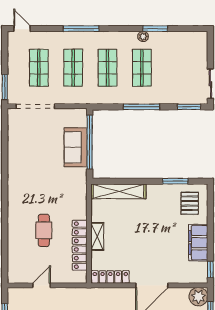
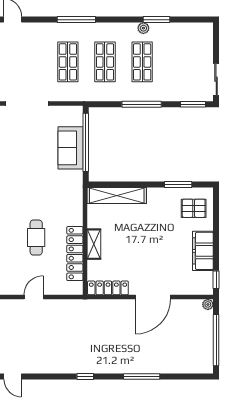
shop shelf: (39, 68) -> (31, 62), removed
pallet: (190, 203) -> (194, 208), turned 90
plant: (198, 297) -> (208, 304), width x0.53, depth x0.53

